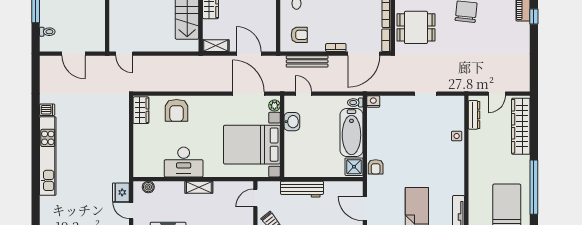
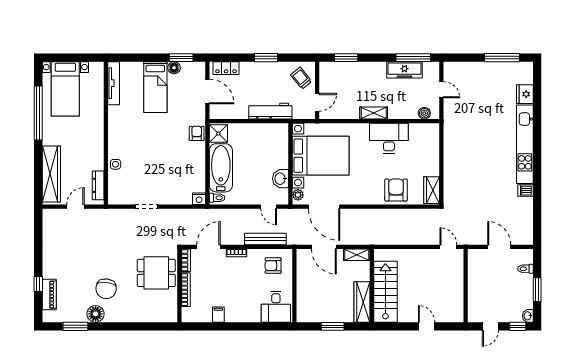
door: (364, 54) -> (208, 247), width x0.73
fridge: (121, 192) -> (525, 94), moved, turned 180

